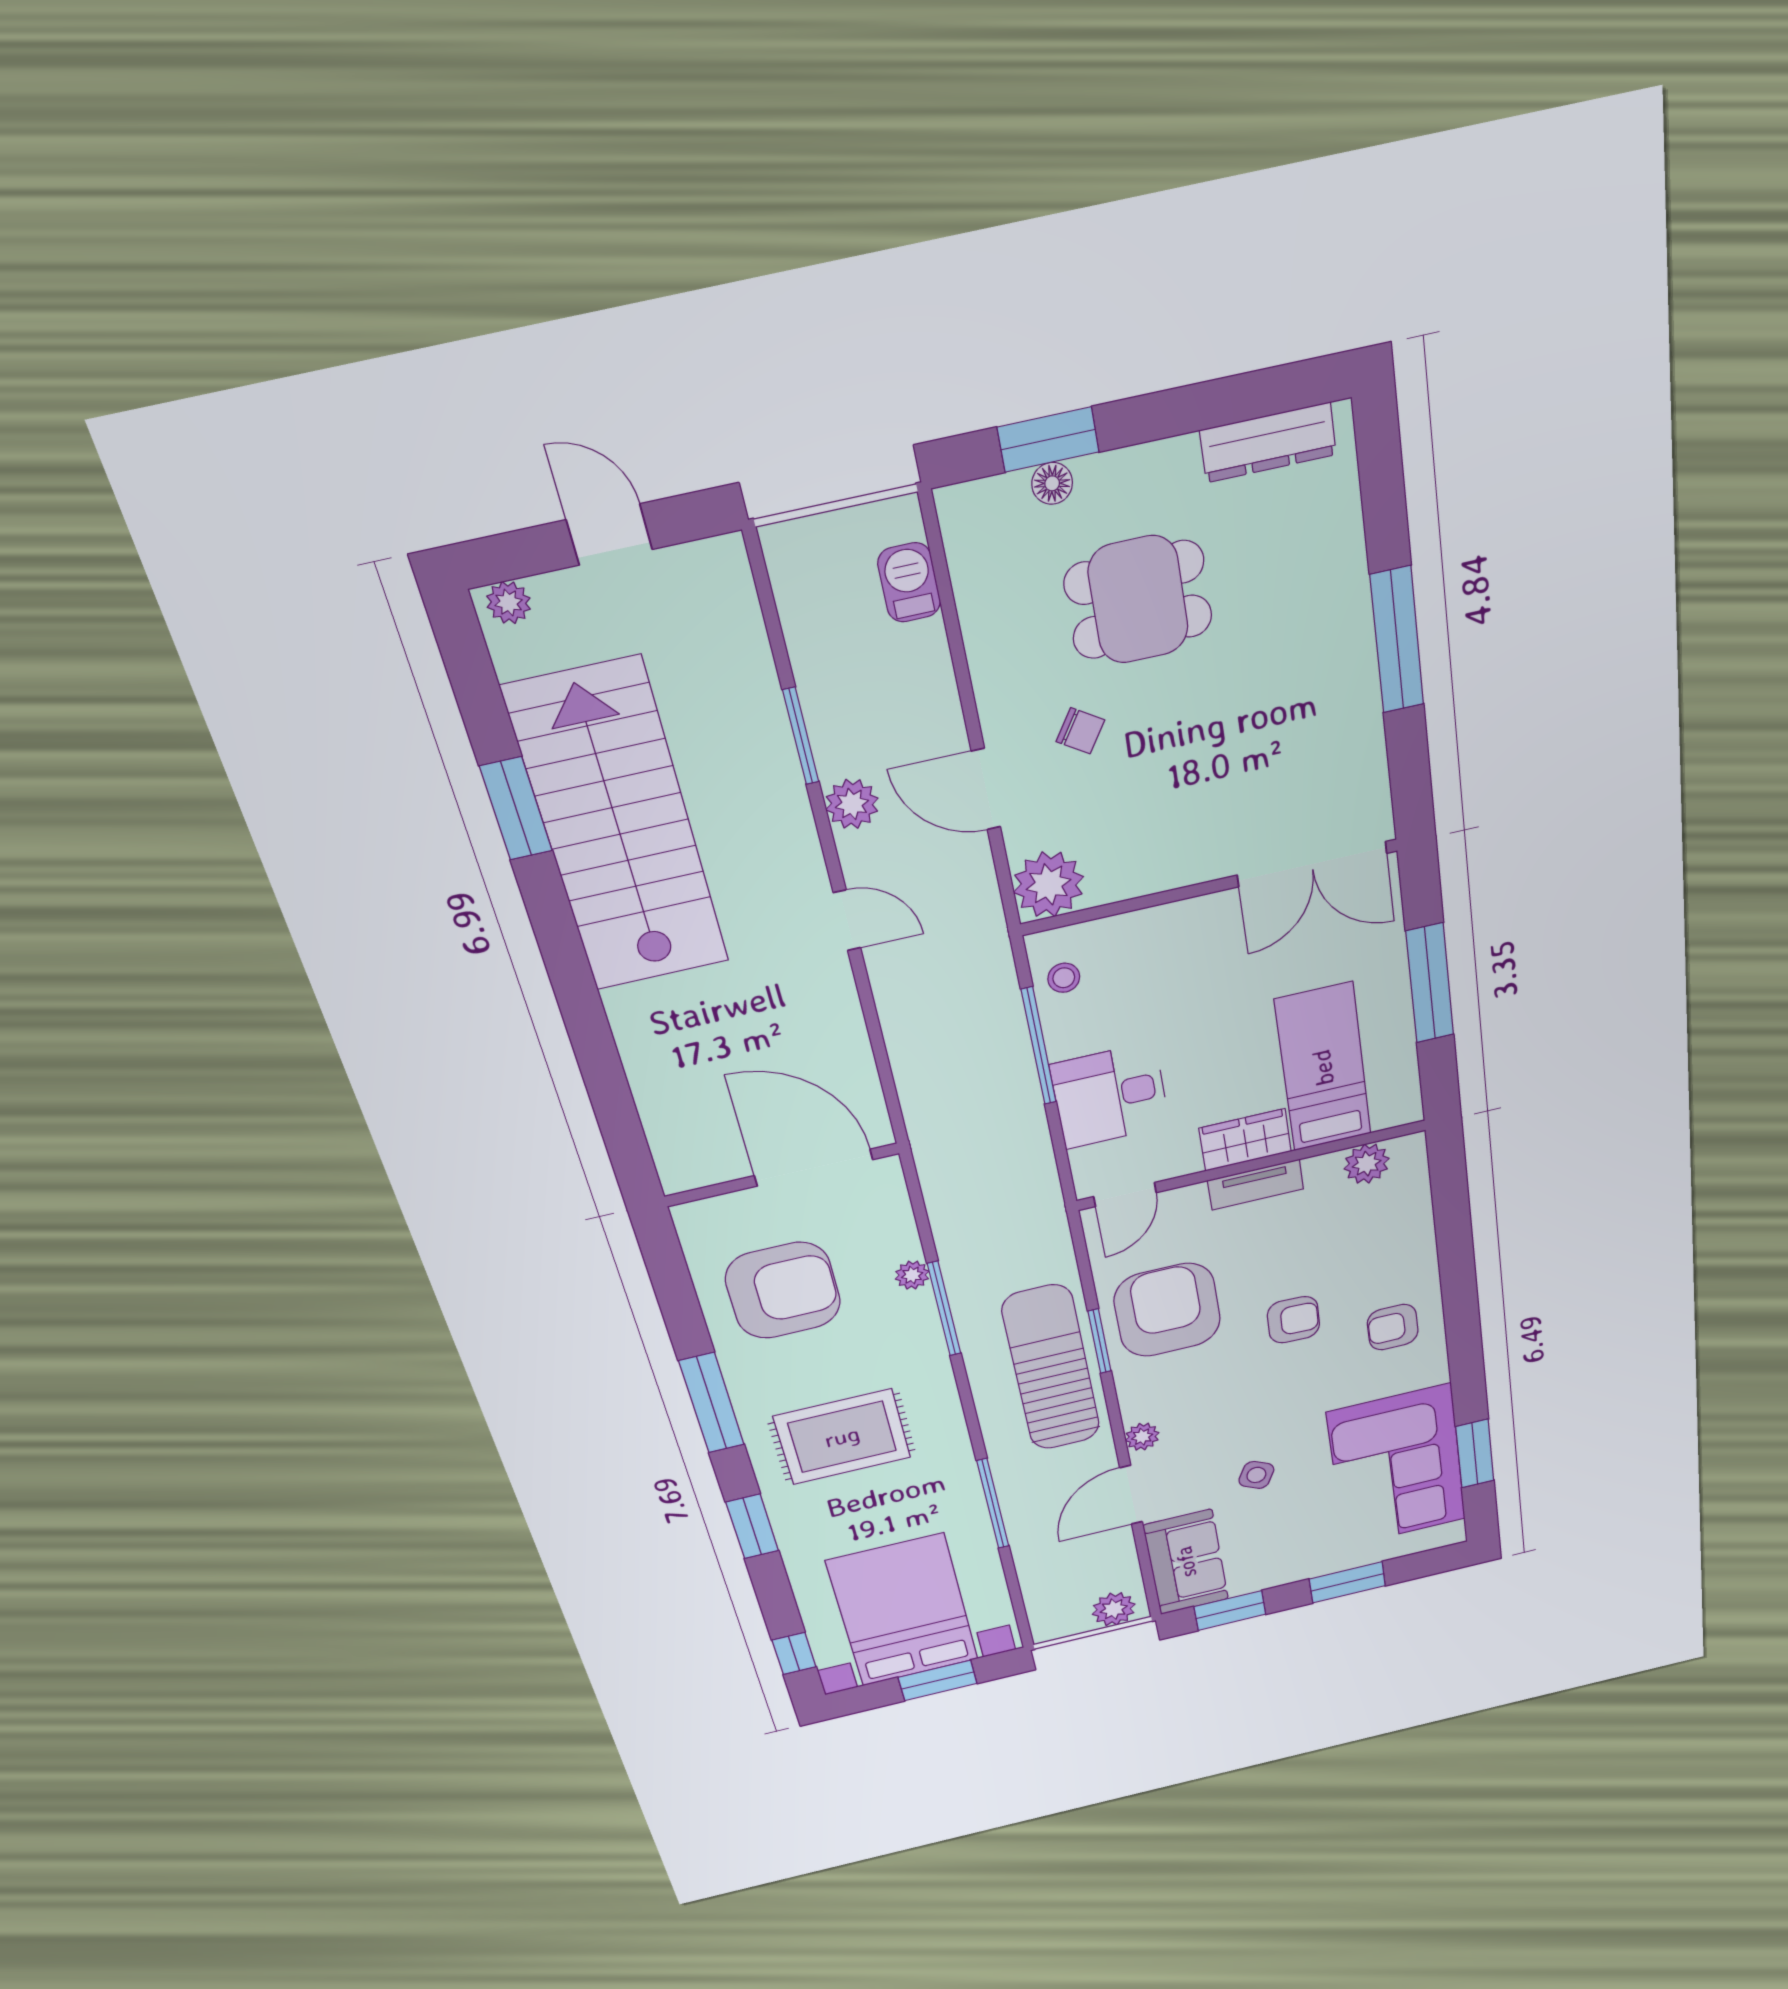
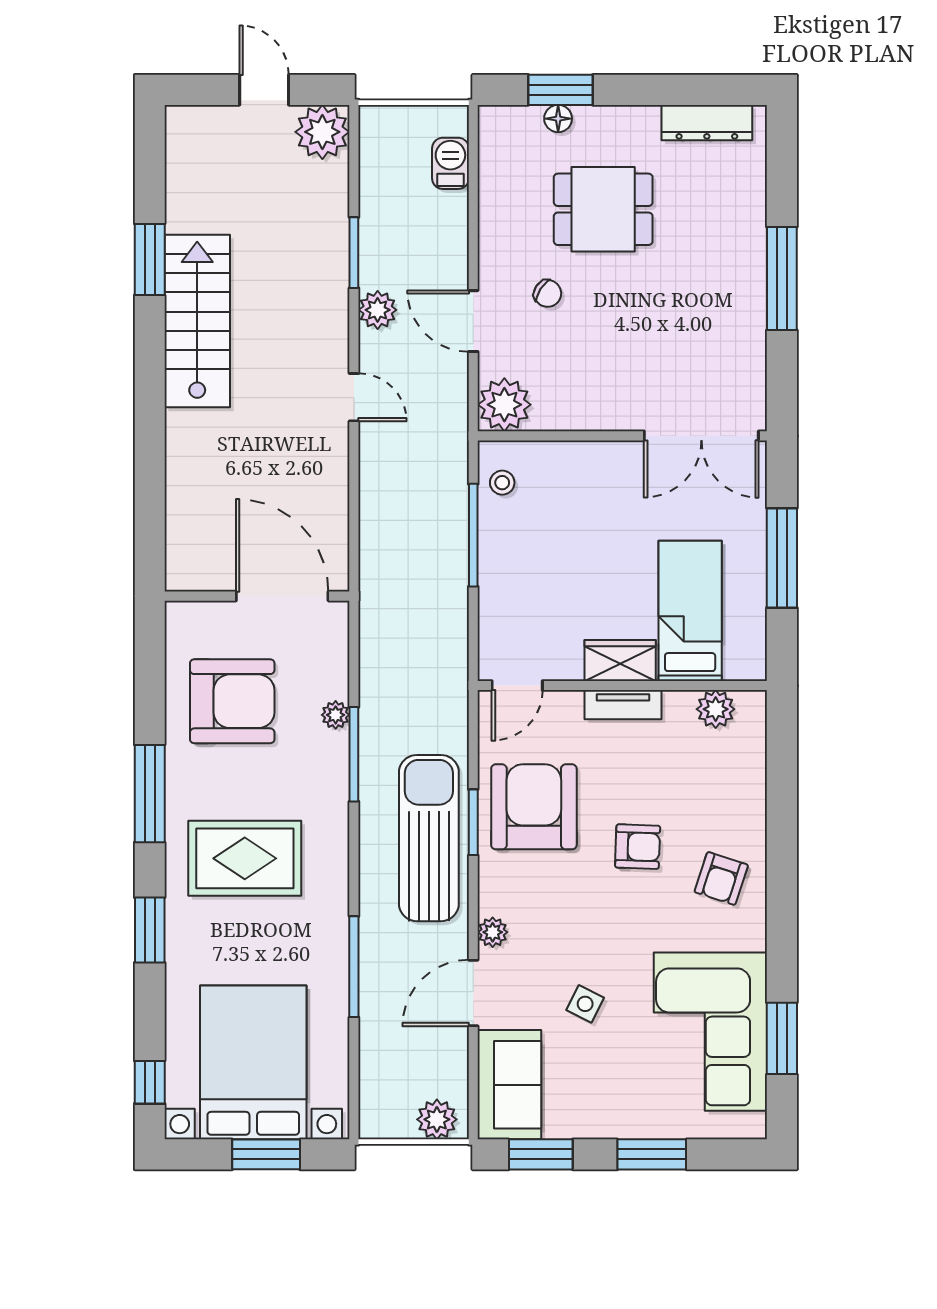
plant: (509, 603) -> (322, 132), moved, width x1.88, depth x1.88
stairs: (618, 828) -> (197, 321), width x0.73, depth x0.66
desk: (1110, 1096) -> (520, 592), removed
armchair: (1393, 1327) -> (721, 878), turned -72

